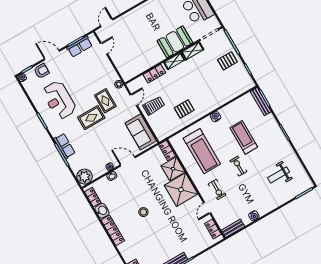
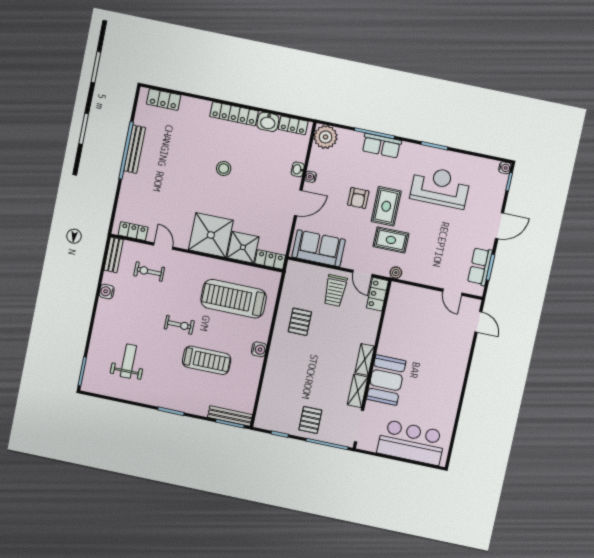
armchair: (42, 71) -> (358, 198), moved
locker: (154, 74) -> (377, 294), moved
exercise bike: (217, 189) -> (149, 272), moved

